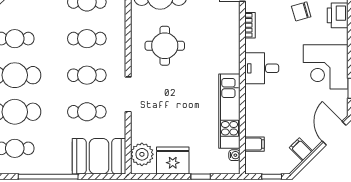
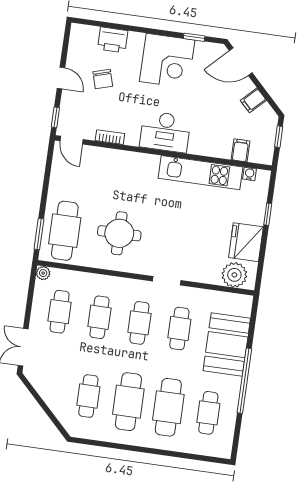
desk: (262, 68) -> (165, 132), width x1.37
doorway: (128, 94) -> (167, 281), width x0.73
booth: (99, 156) -> (227, 345), moved

